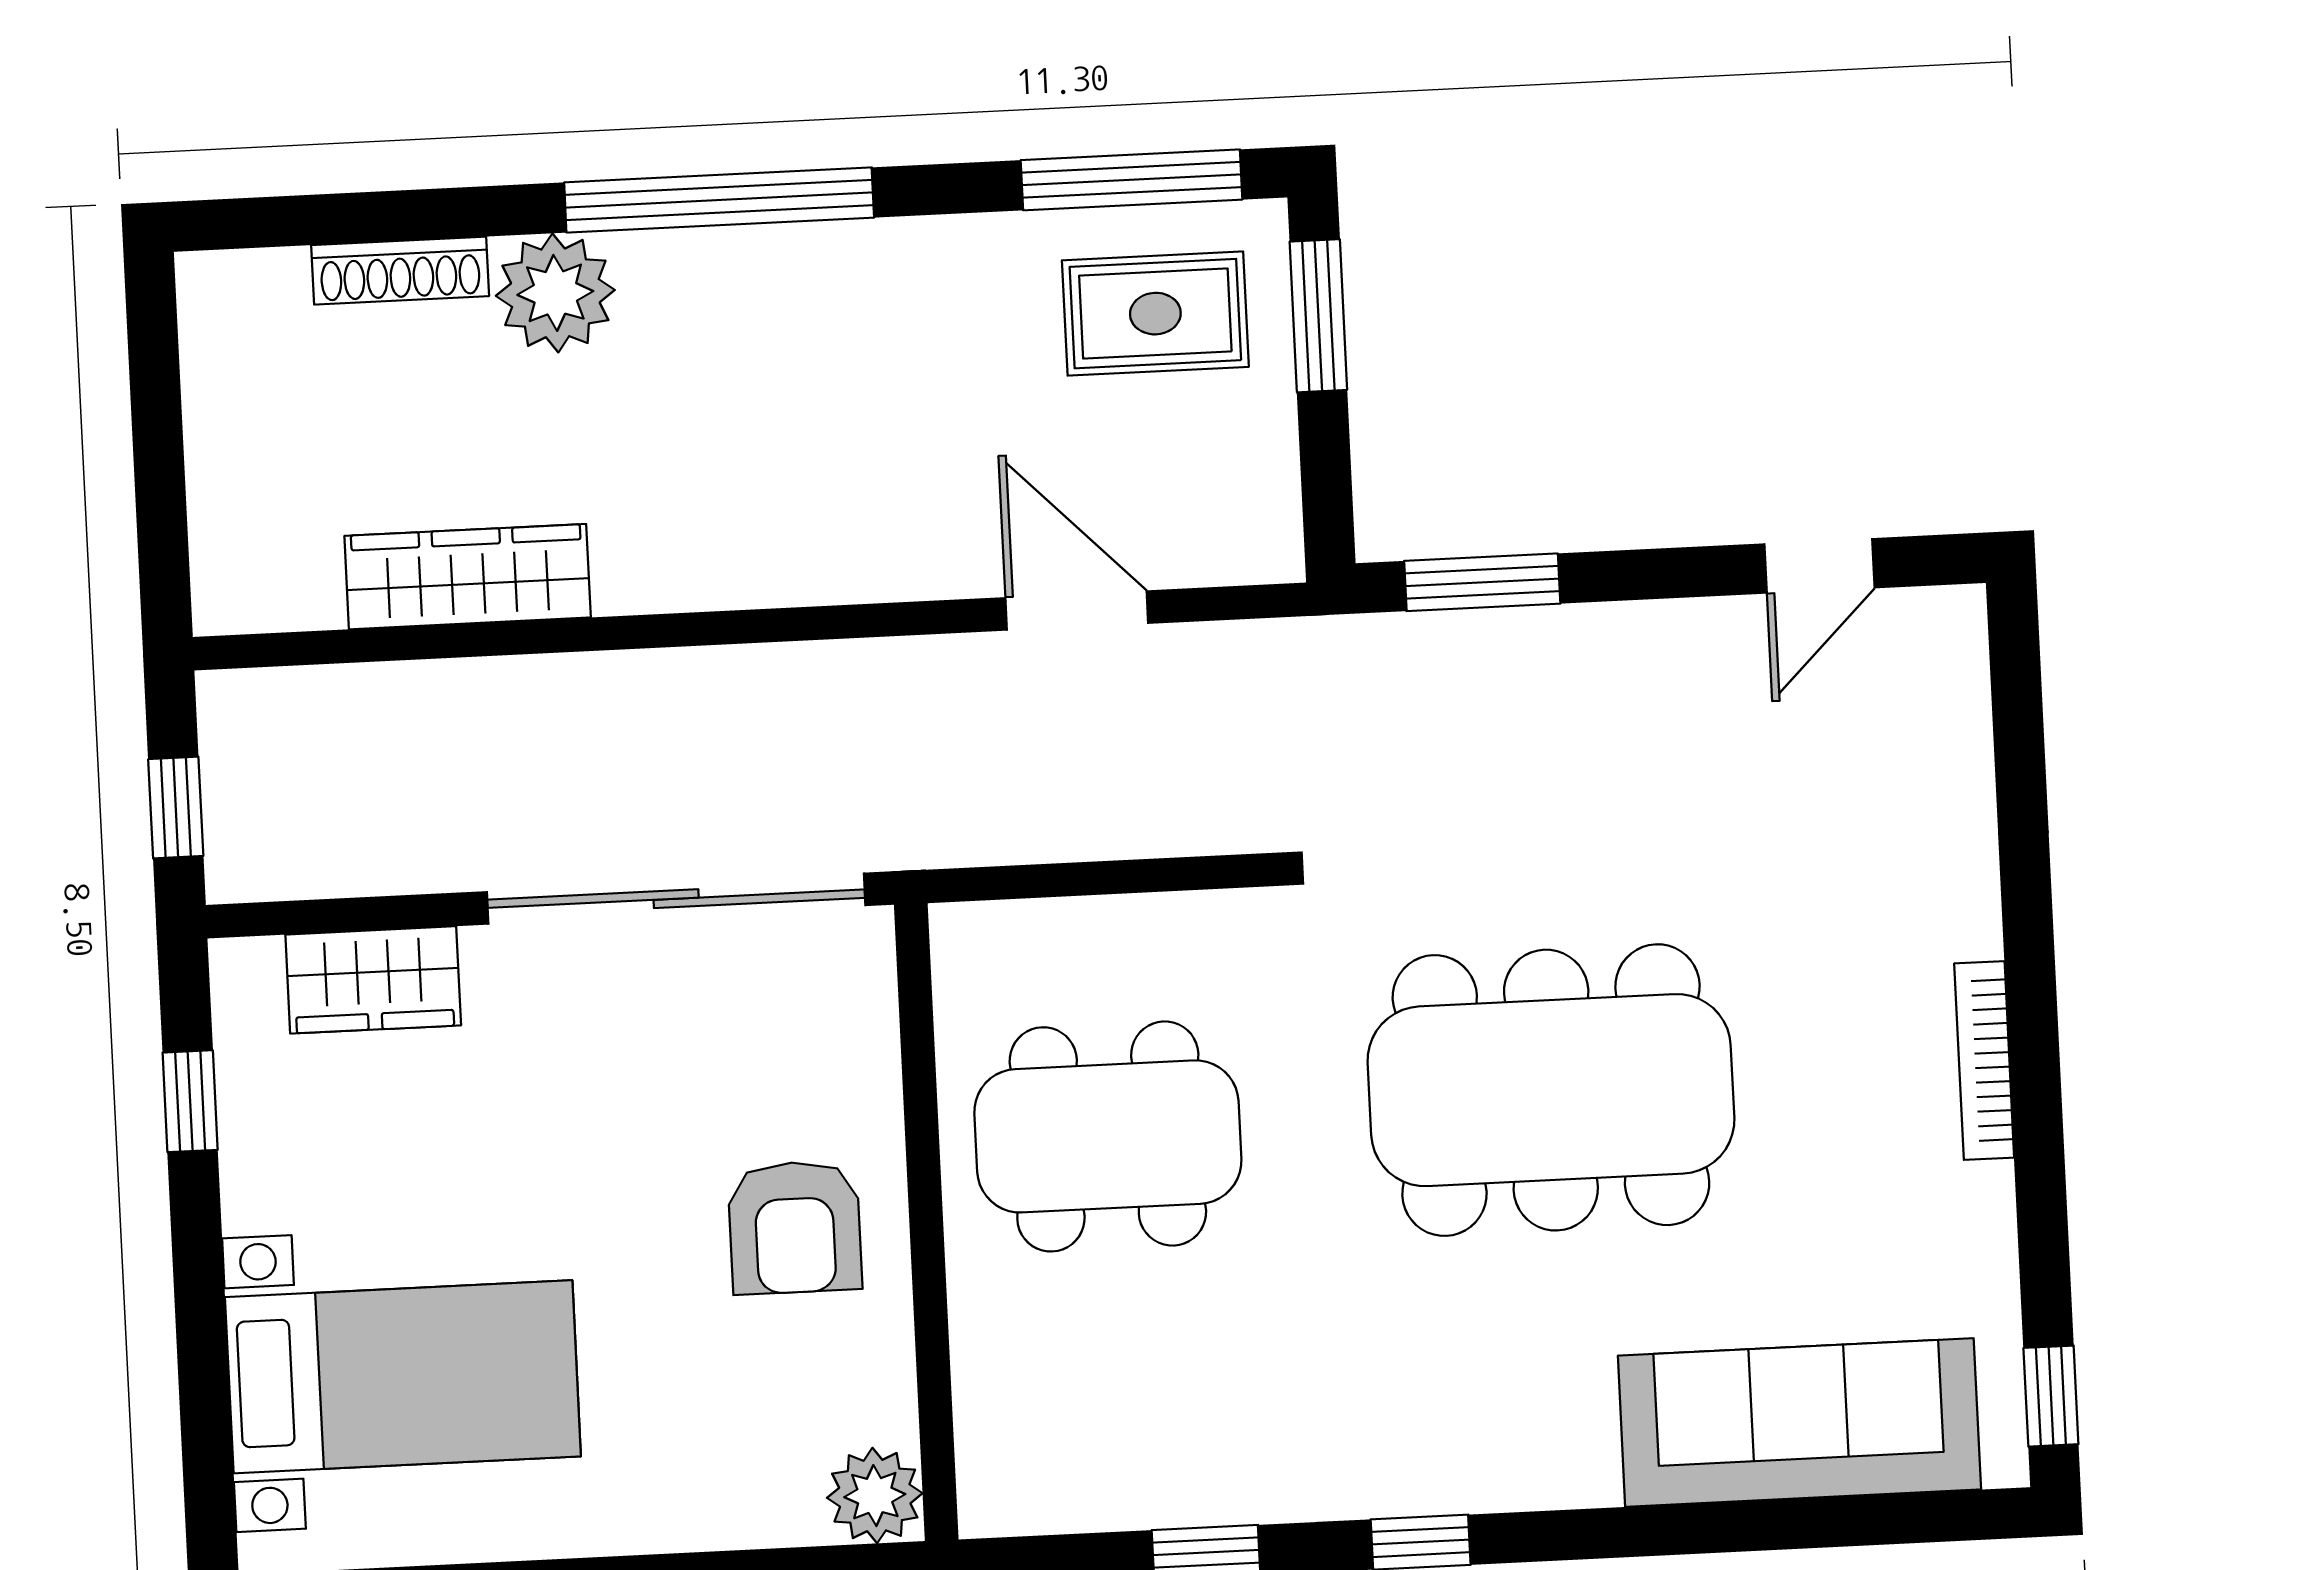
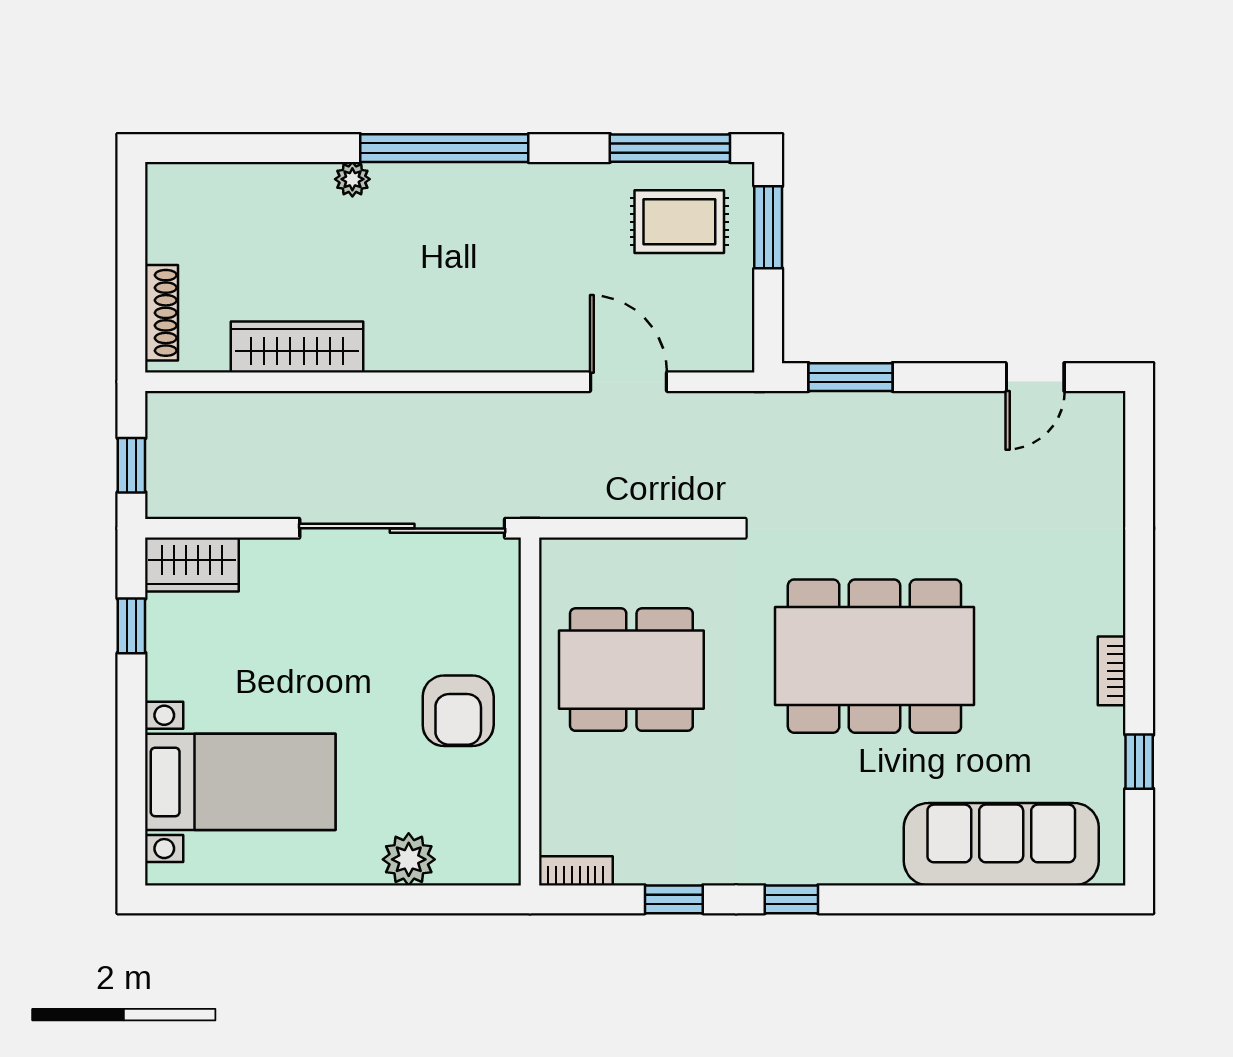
shoe rack: (400, 271) -> (162, 313), moved, turned -90
plant: (555, 293) -> (352, 179), width x0.53, depth x0.53
wardrobe: (373, 980) -> (192, 565), moved
bookcase: (1984, 1061) -> (1112, 671), width x0.64
window: (2051, 1396) -> (1139, 762), moved
plant: (875, 1496) -> (409, 859), moved
bookcase: (1024, 1509) -> (576, 871), added

